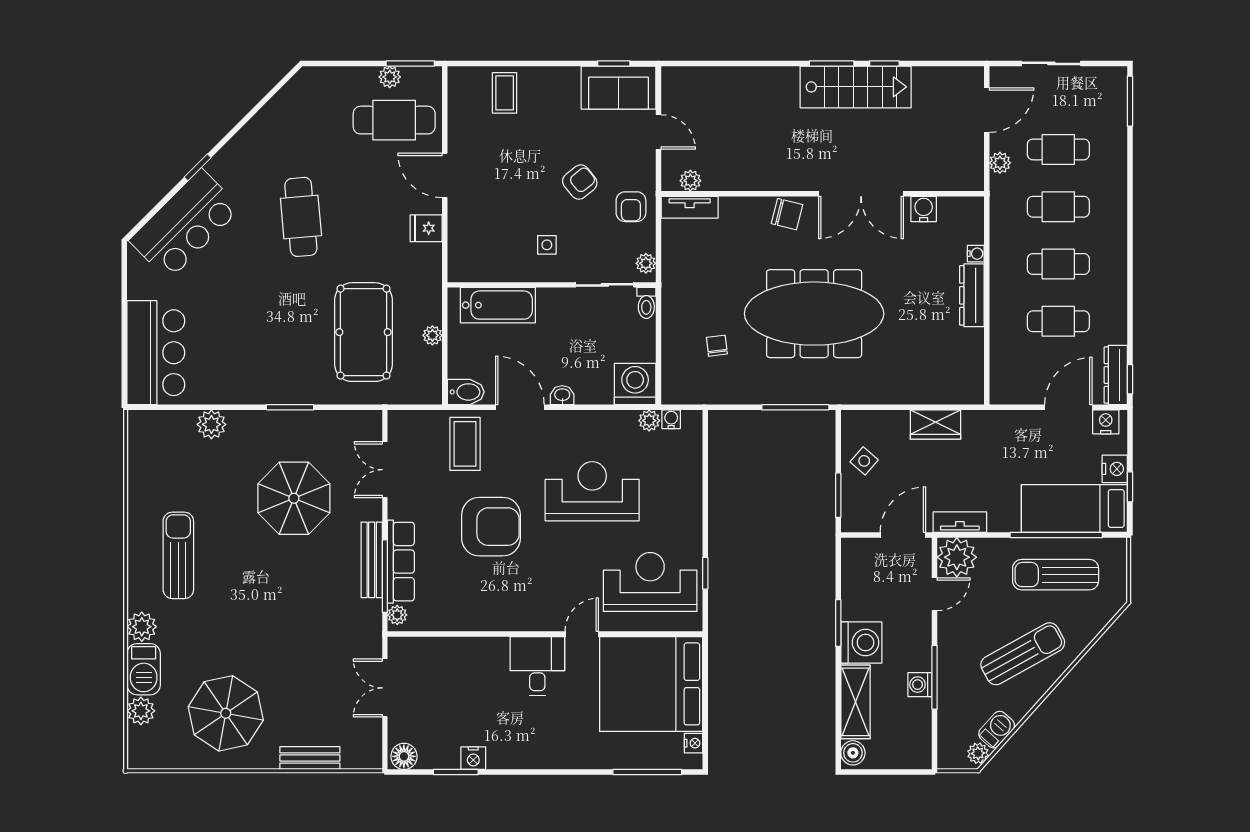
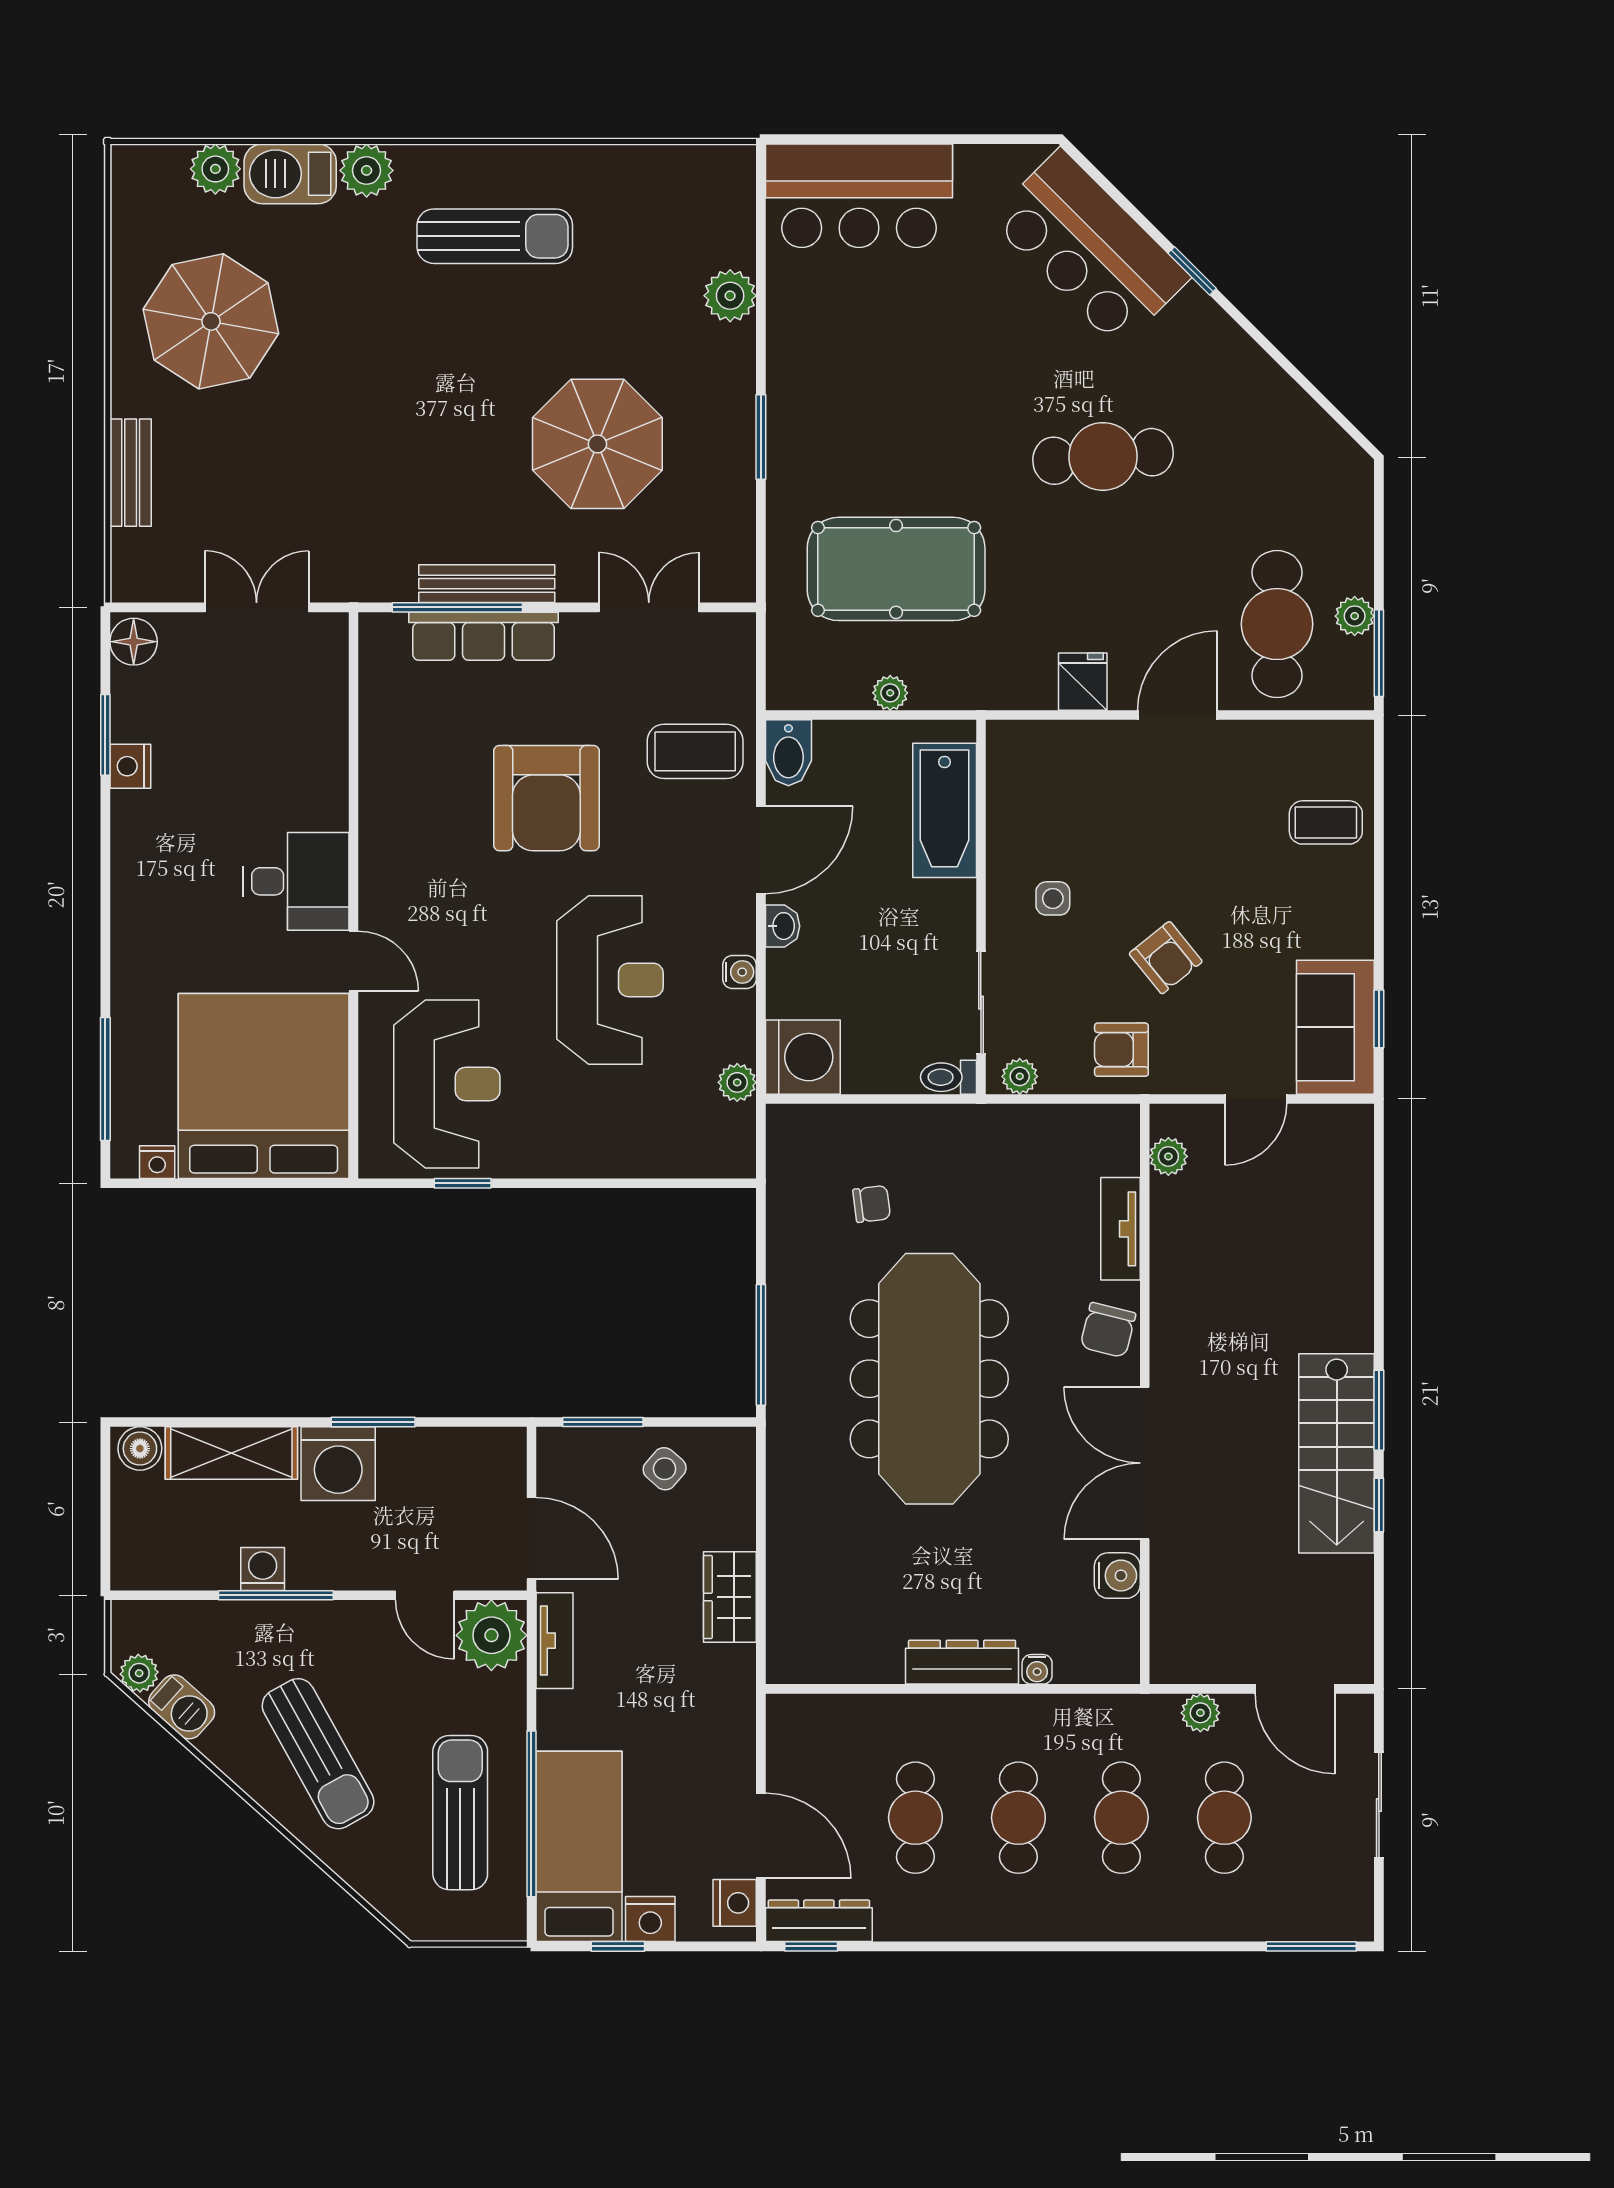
tv unit: (690, 207) -> (1120, 1229), moved
water cooler: (671, 419) -> (739, 972), moved
plant: (397, 615) -> (388, 630), removed

